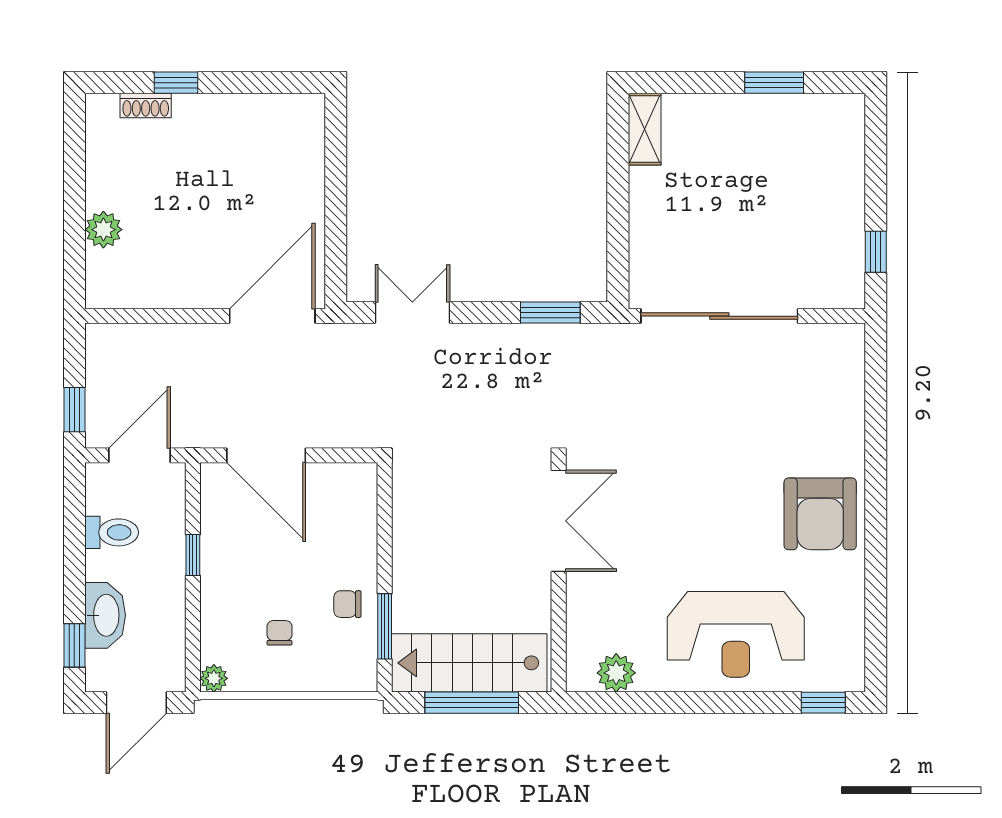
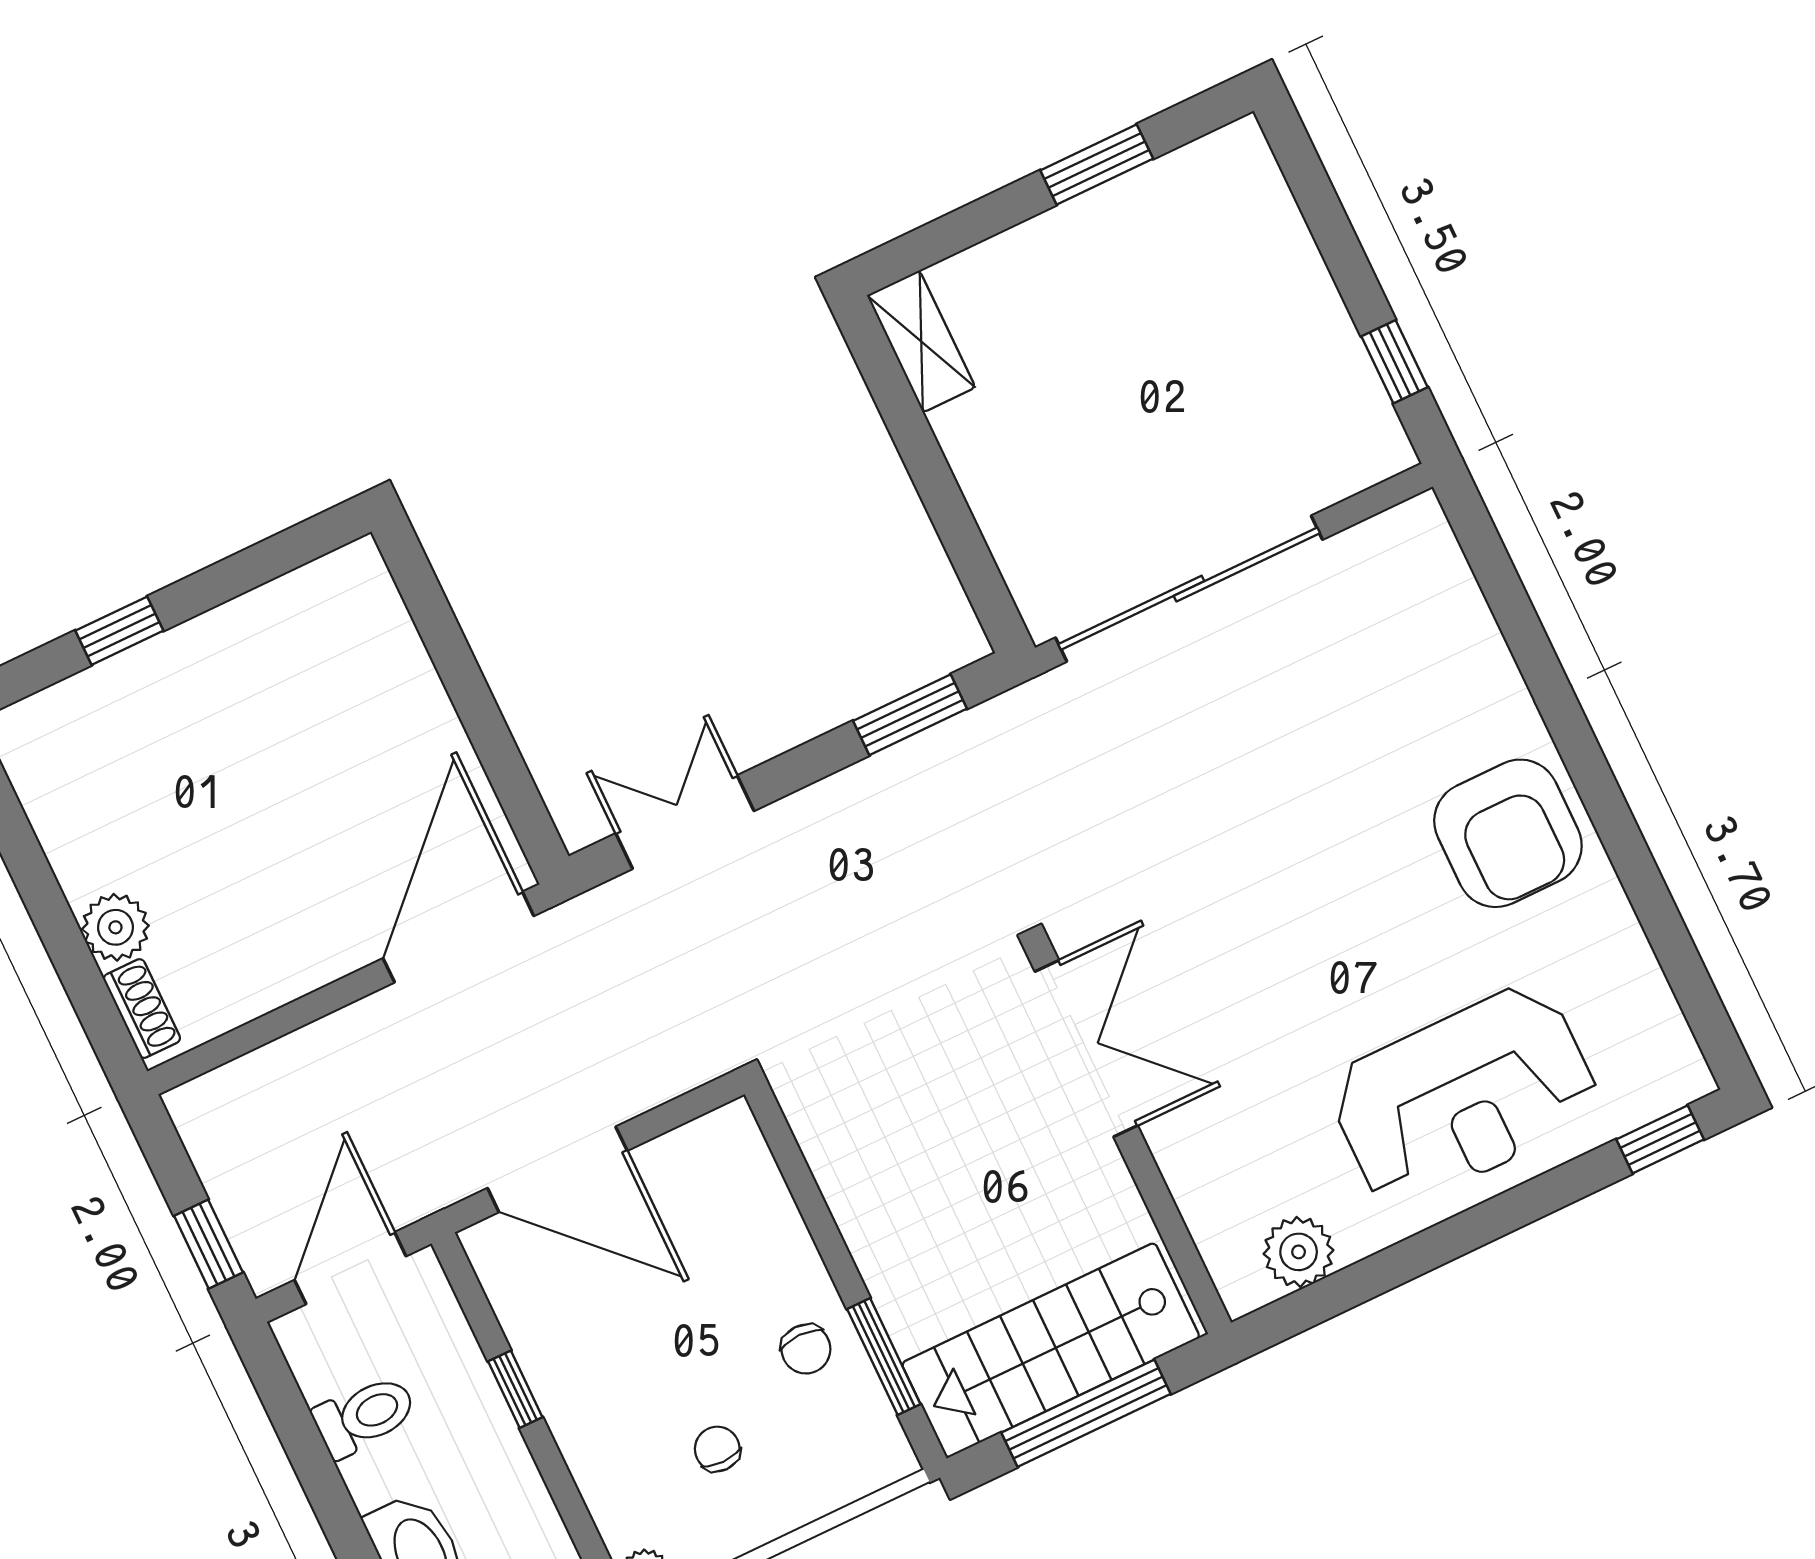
shoe rack: (146, 105) -> (142, 1009), moved, turned -90
chair: (347, 604) -> (806, 1349), turned -90

